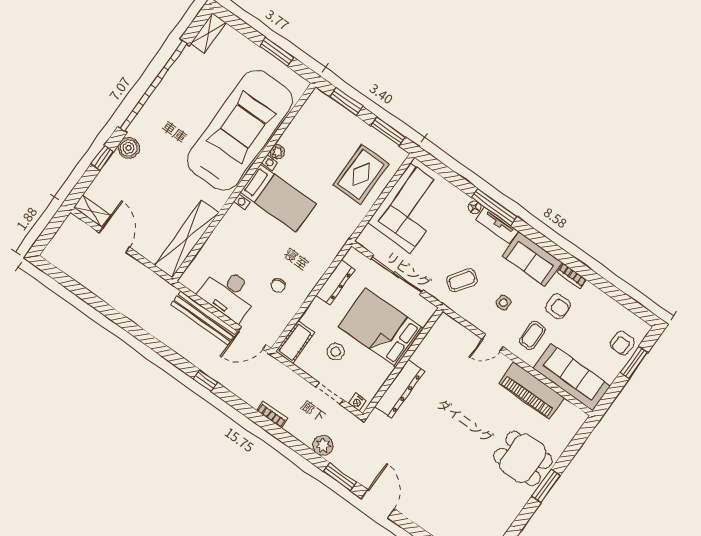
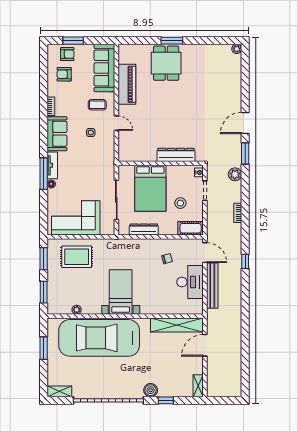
plant: (277, 152) -> (77, 310), moved
door: (114, 240) -> (205, 345), moved
coffee table: (462, 280) -> (95, 163), removed
armchair: (558, 306) -> (64, 74), moved, turned -90

